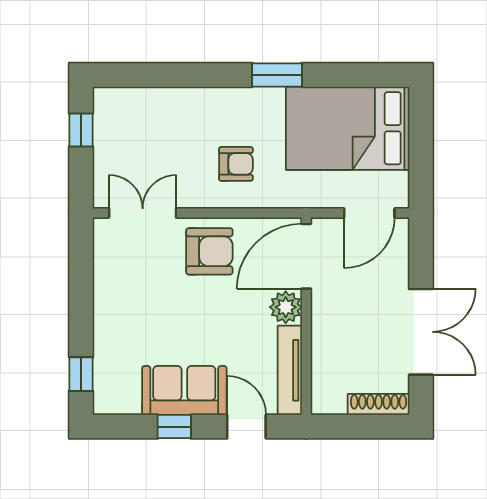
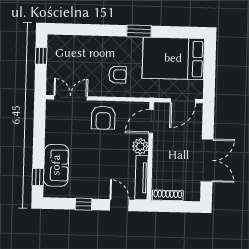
armchair: (209, 251) -> (103, 118), turned 90
door: (306, 256) -> (151, 121), width x0.73
sofa: (184, 390) -> (56, 165), moved, turned 90
shoe rack: (379, 404) -> (168, 195), moved

